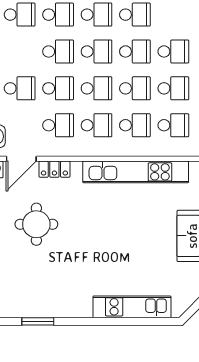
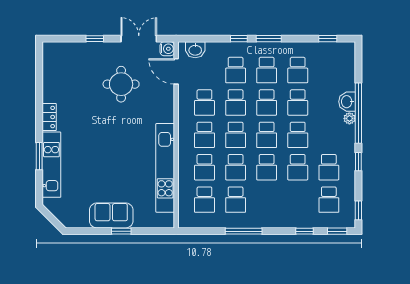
school desk: (173, 51) -> (267, 70), moved
locker: (54, 169) -> (49, 117), moved, turned 180
window: (38, 321) -> (39, 156), moved

